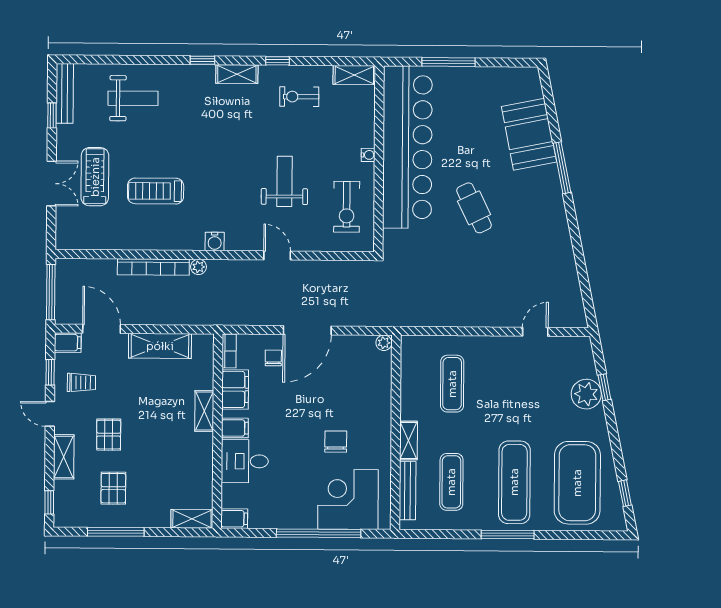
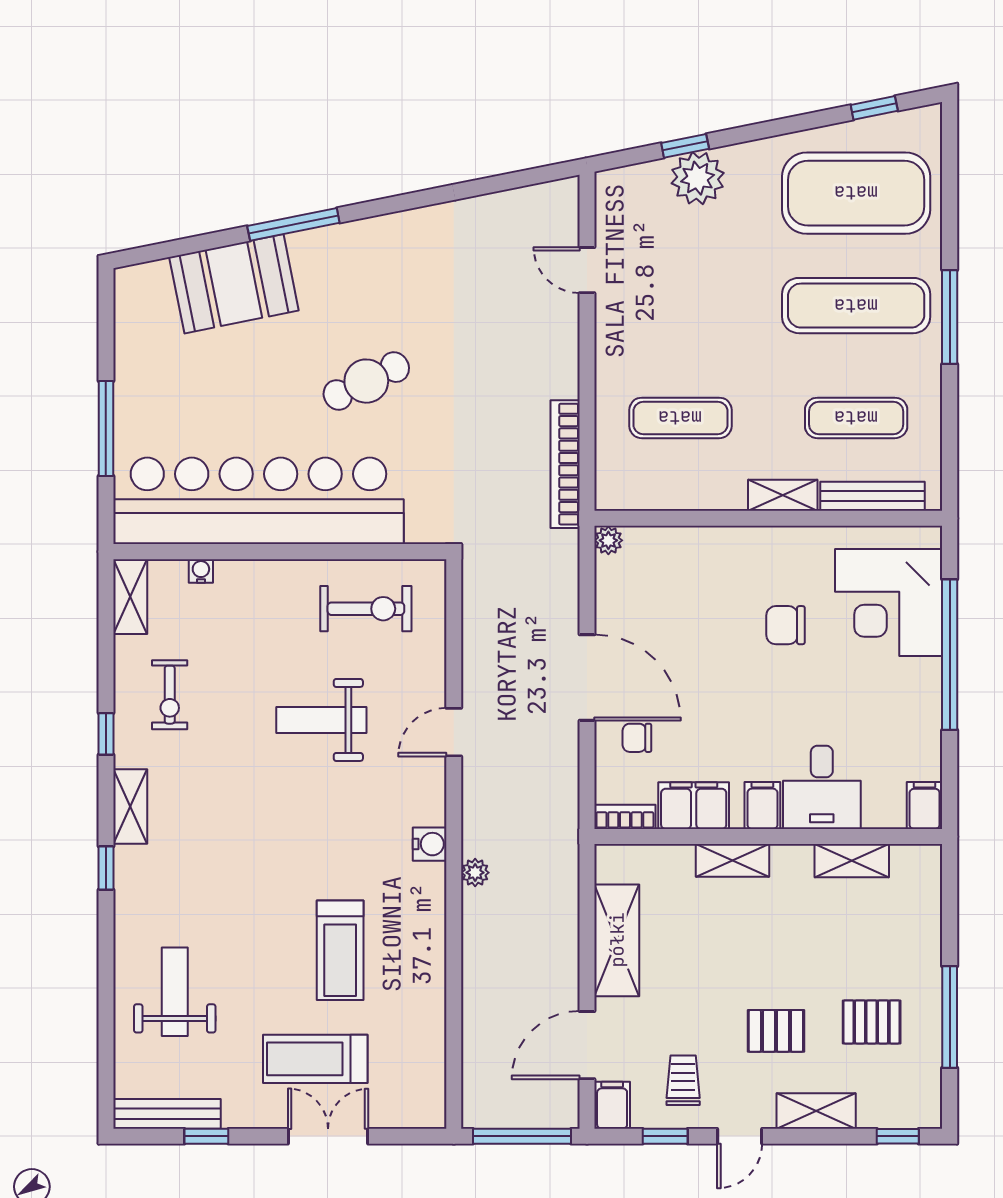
water cooler: (368, 155) -> (201, 571), moved
bookcase: (153, 267) -> (565, 464), moved, turned 180
shelving: (192, 519) -> (852, 861), moved, turned 90

